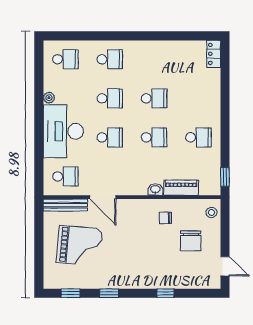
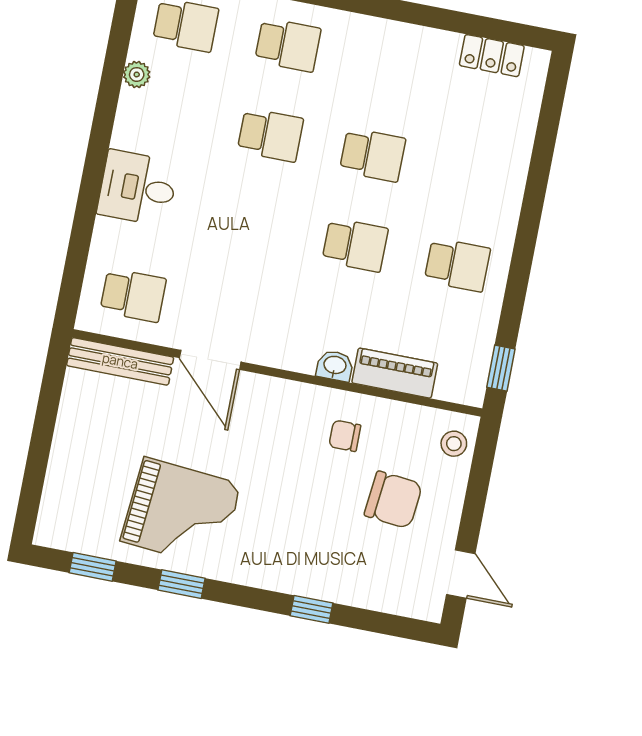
locker: (214, 54) -> (492, 56), moved, turned -90
plant: (49, 98) -> (137, 74), moved
desk: (63, 131) -> (138, 188), width x0.53, depth x0.77
school desk: (110, 137) -> (253, 225), removed
chair: (191, 241) -> (393, 500), turned -84
grand piano: (79, 246) -> (181, 513), moved

